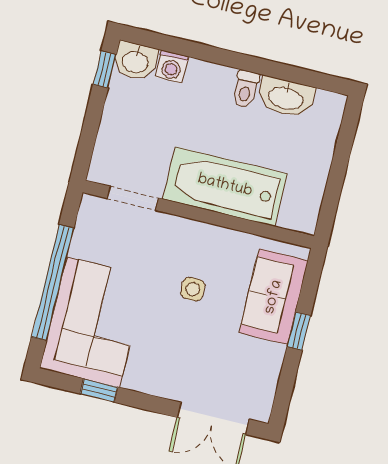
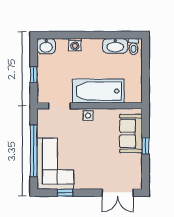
washing machine: (172, 67) -> (75, 45), moved
window: (105, 69) -> (34, 75), moved
toilet: (246, 89) -> (133, 47), moved
side table: (193, 289) -> (88, 116), moved

